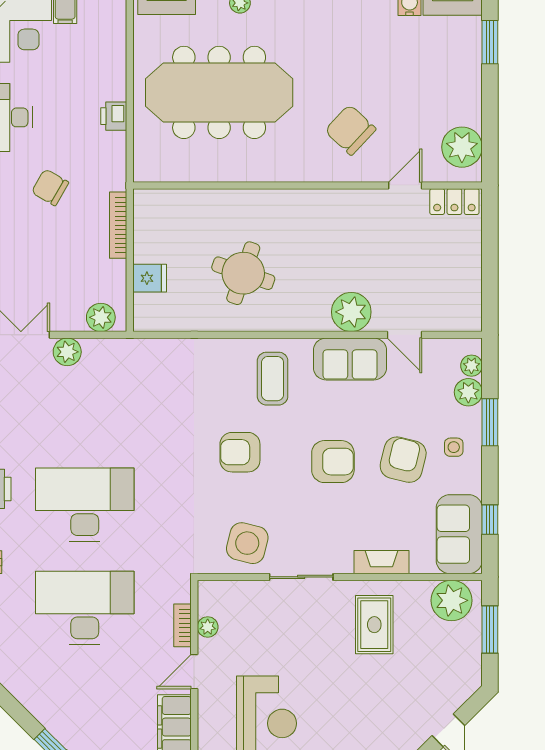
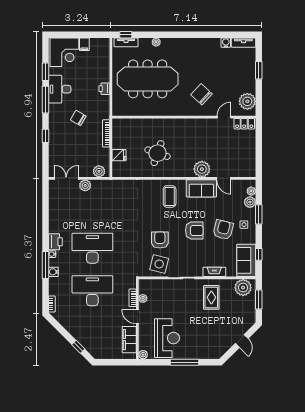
window: (490, 42) -> (259, 70), moved
armchair: (240, 452) -> (160, 240), moved, turned 90
door: (194, 672) -> (137, 317), hinge flipped

